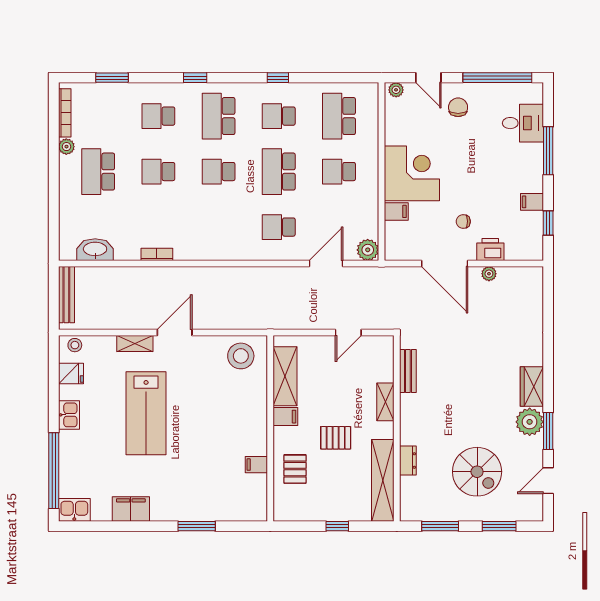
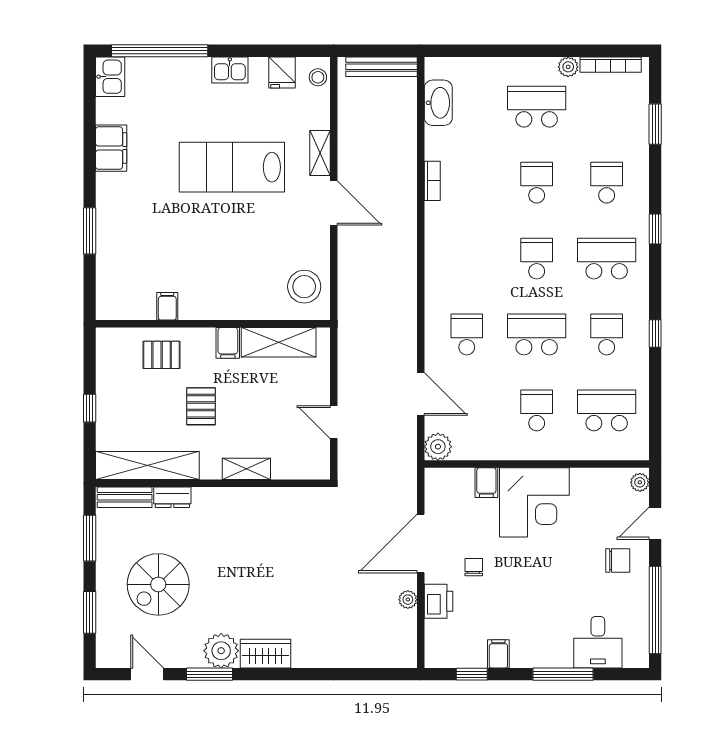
bench: (408, 371) -> (125, 497), moved

